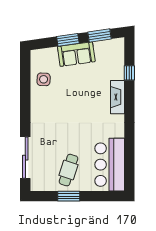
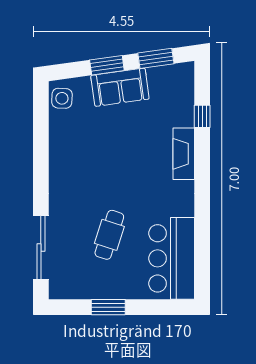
side table: (44, 79) -> (62, 98), moved
cafe table: (69, 170) -> (109, 235), moved

